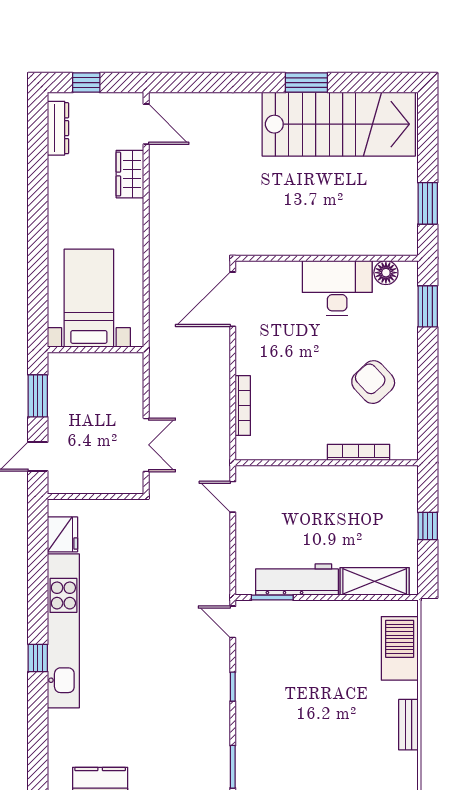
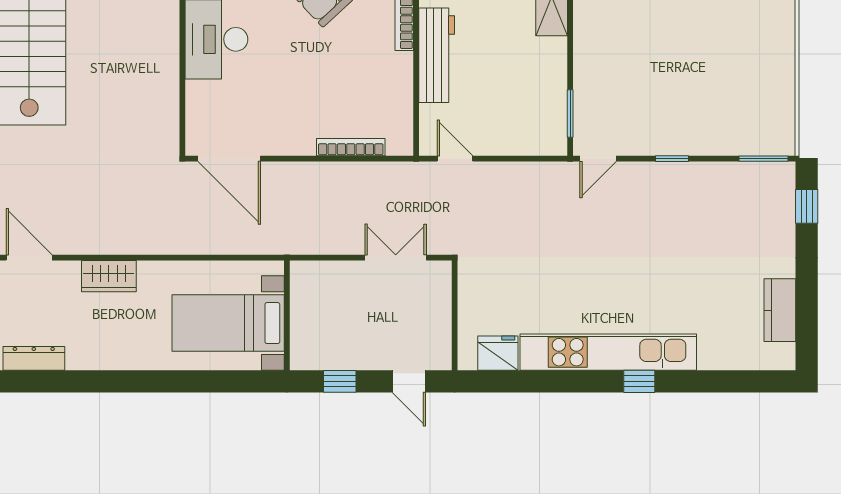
door: (146, 124) -> (29, 258), hinge flipped
wardrobe: (130, 174) -> (109, 276), moved
window: (38, 396) -> (340, 381), width x0.67
door: (233, 497) -> (455, 159), swing flipped
workbench: (297, 580) -> (437, 55), moved, turned 180

